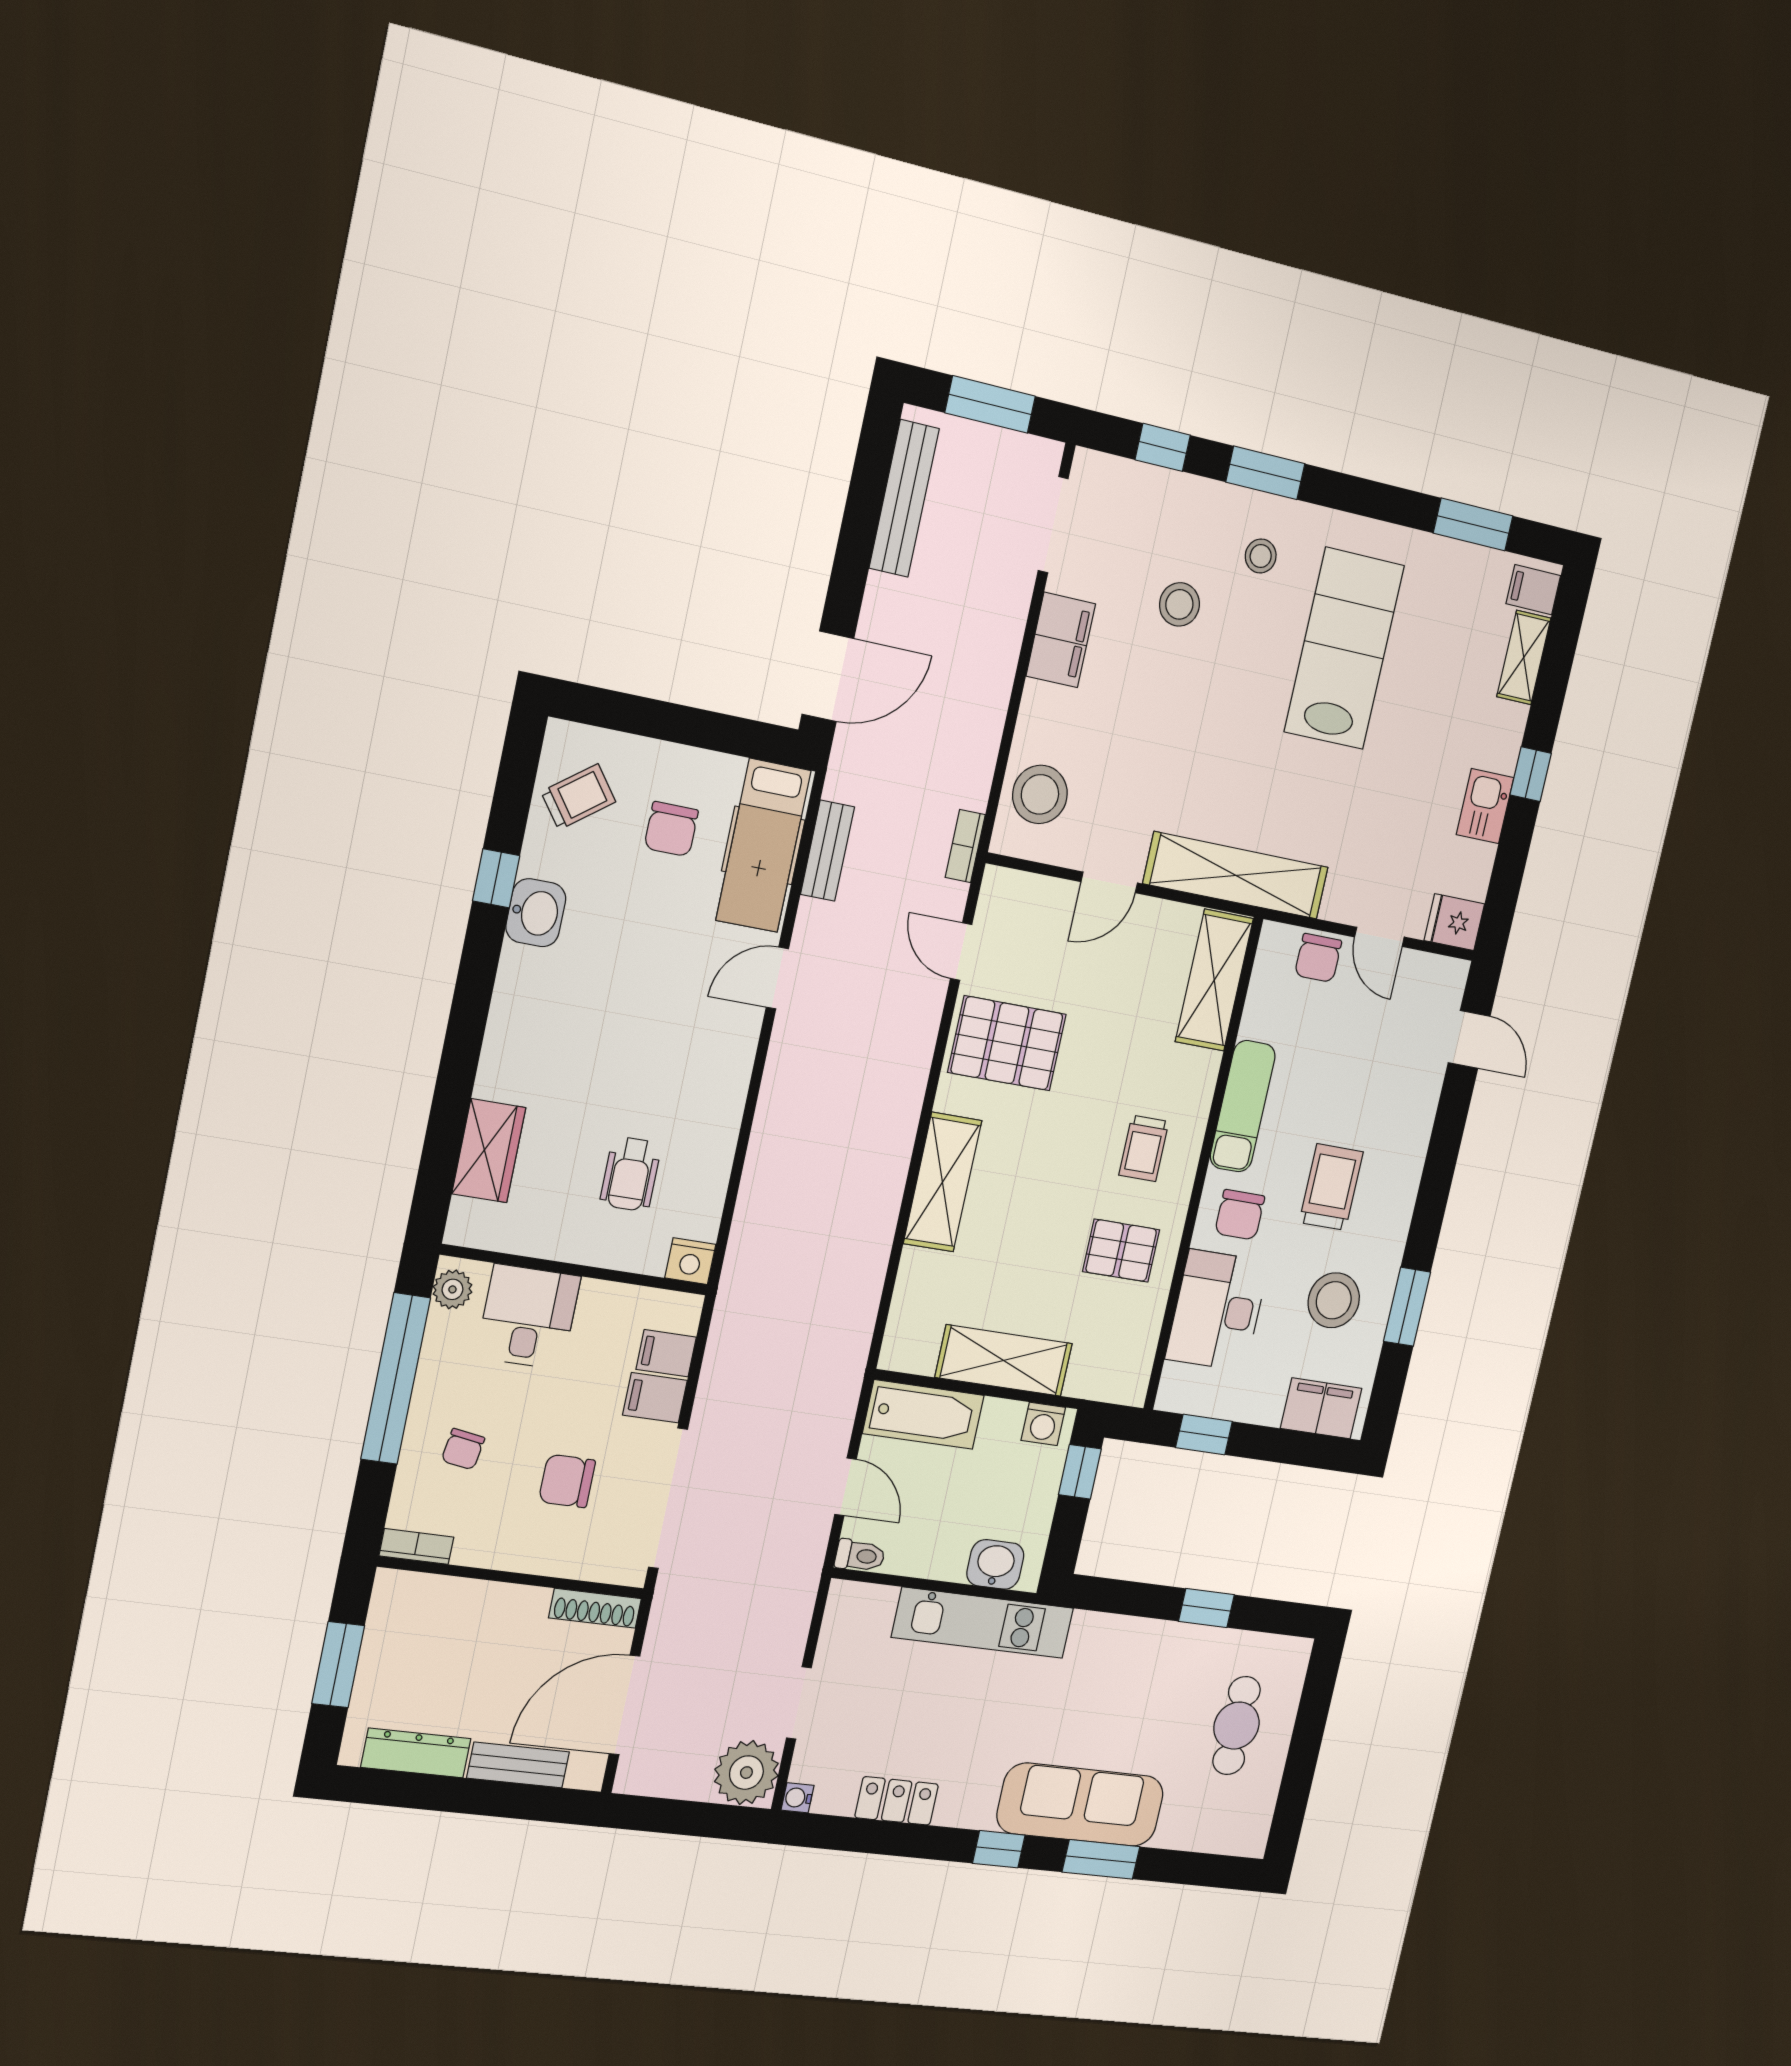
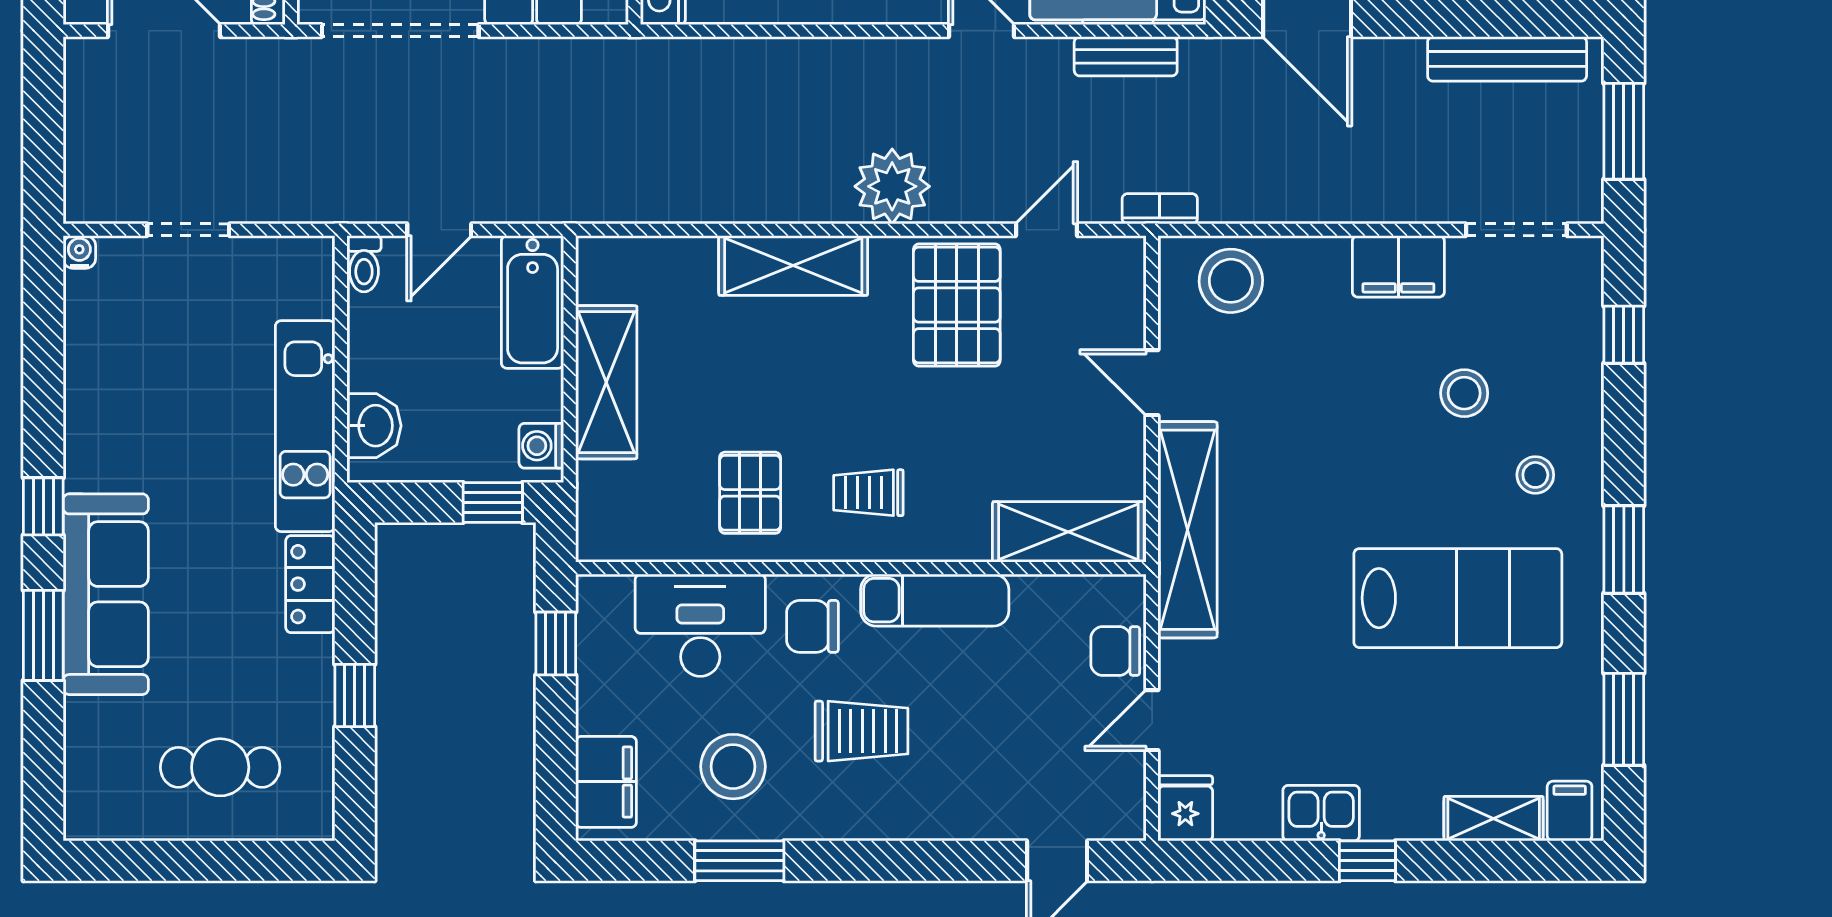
window: (1265, 473) -> (1624, 550), moved
plant: (746, 1773) -> (892, 186), moved
locker: (897, 1801) -> (310, 584), moved, turned 180

